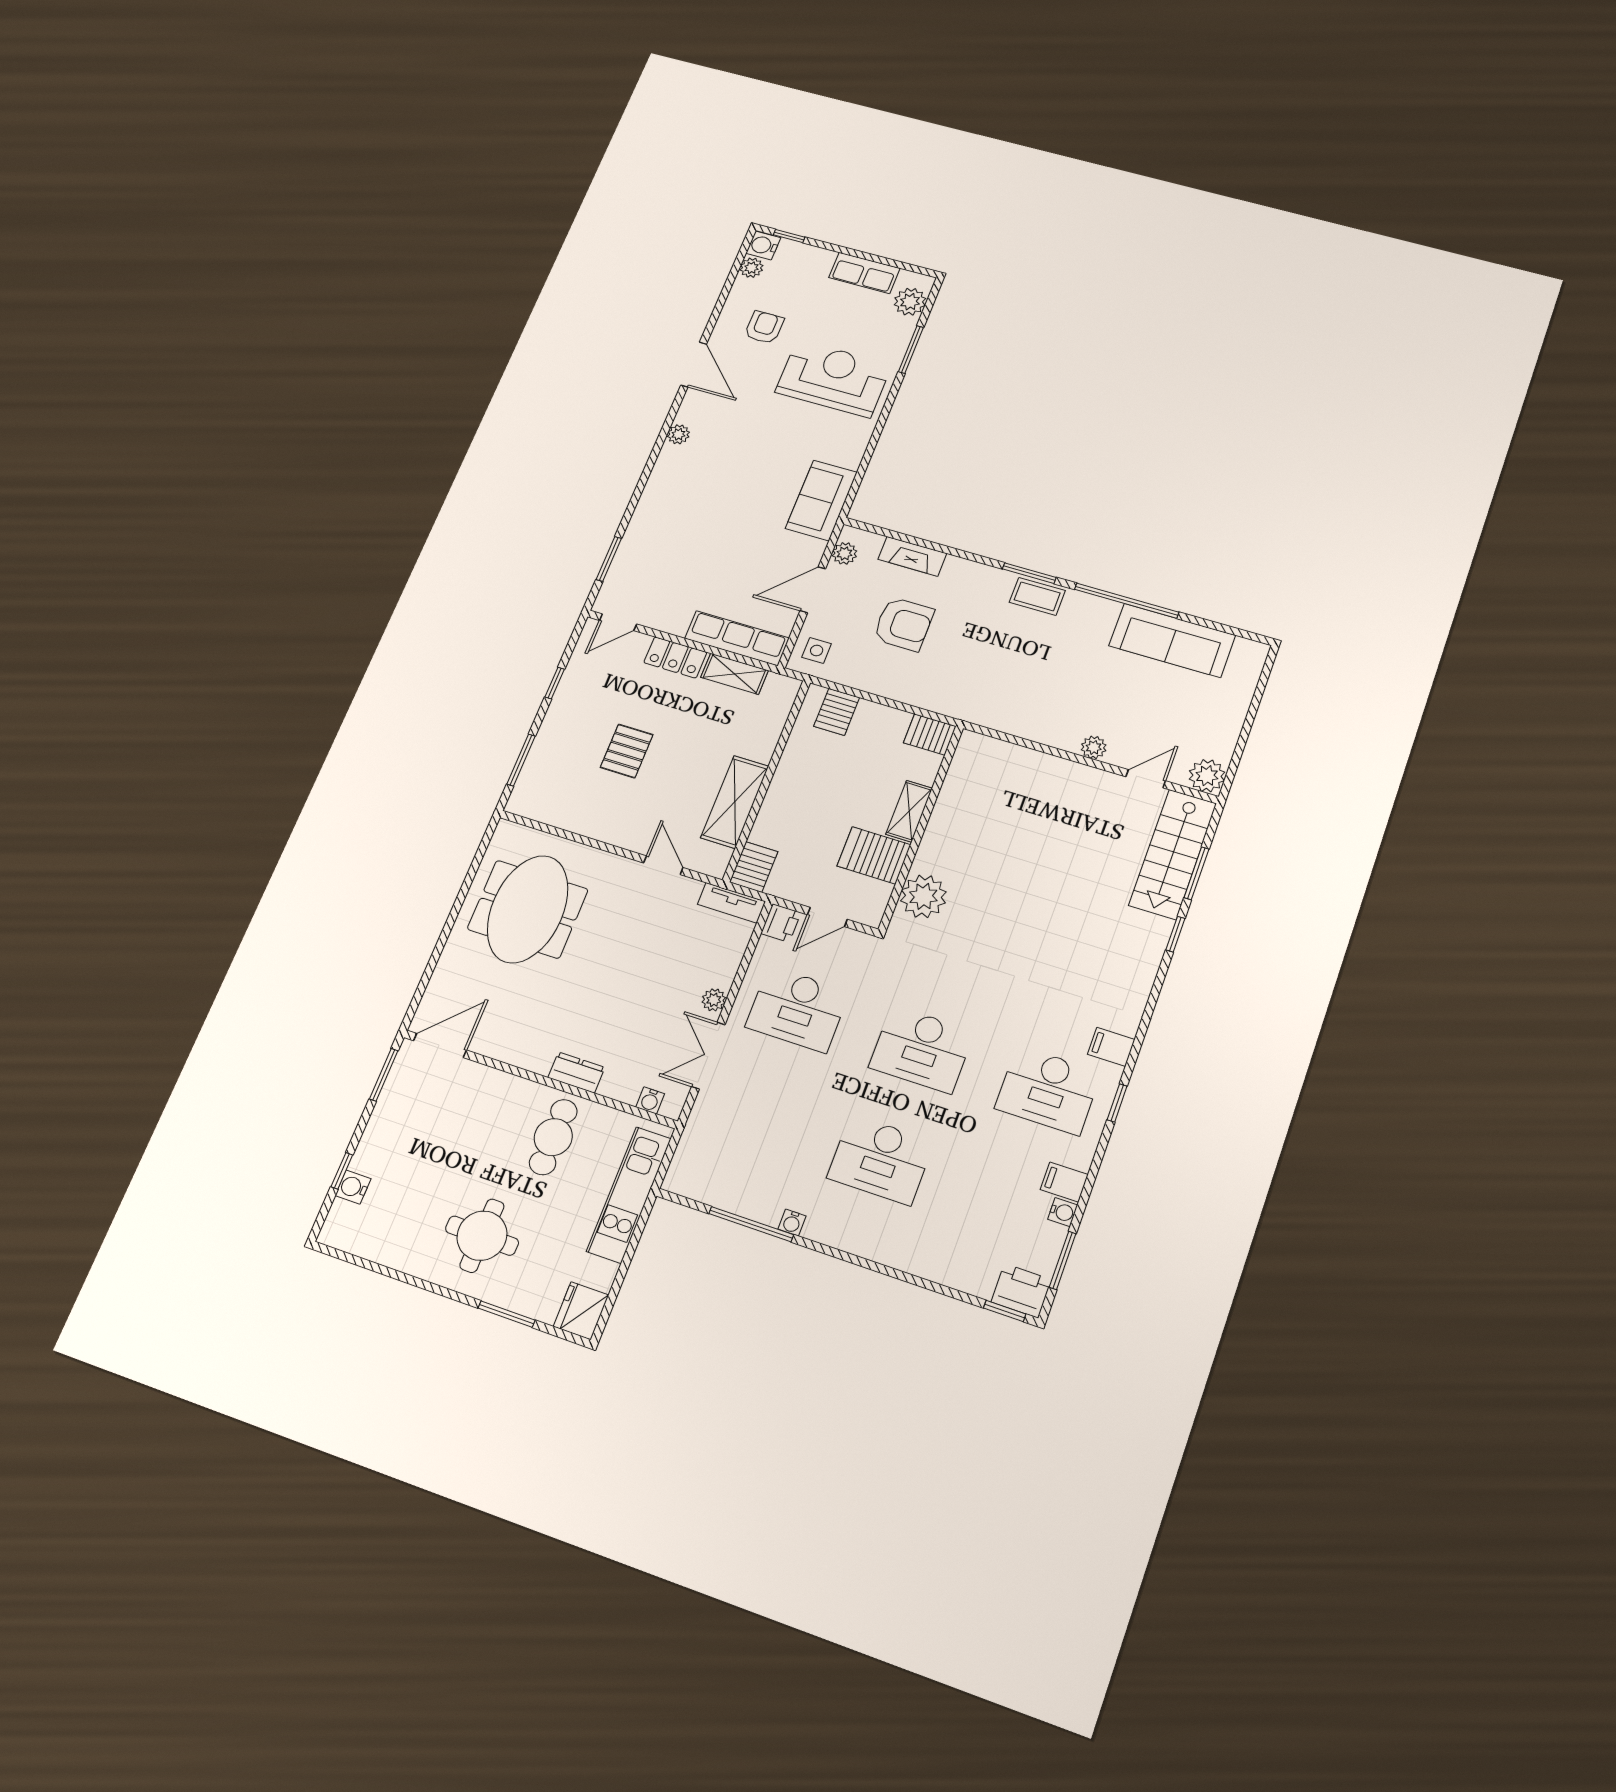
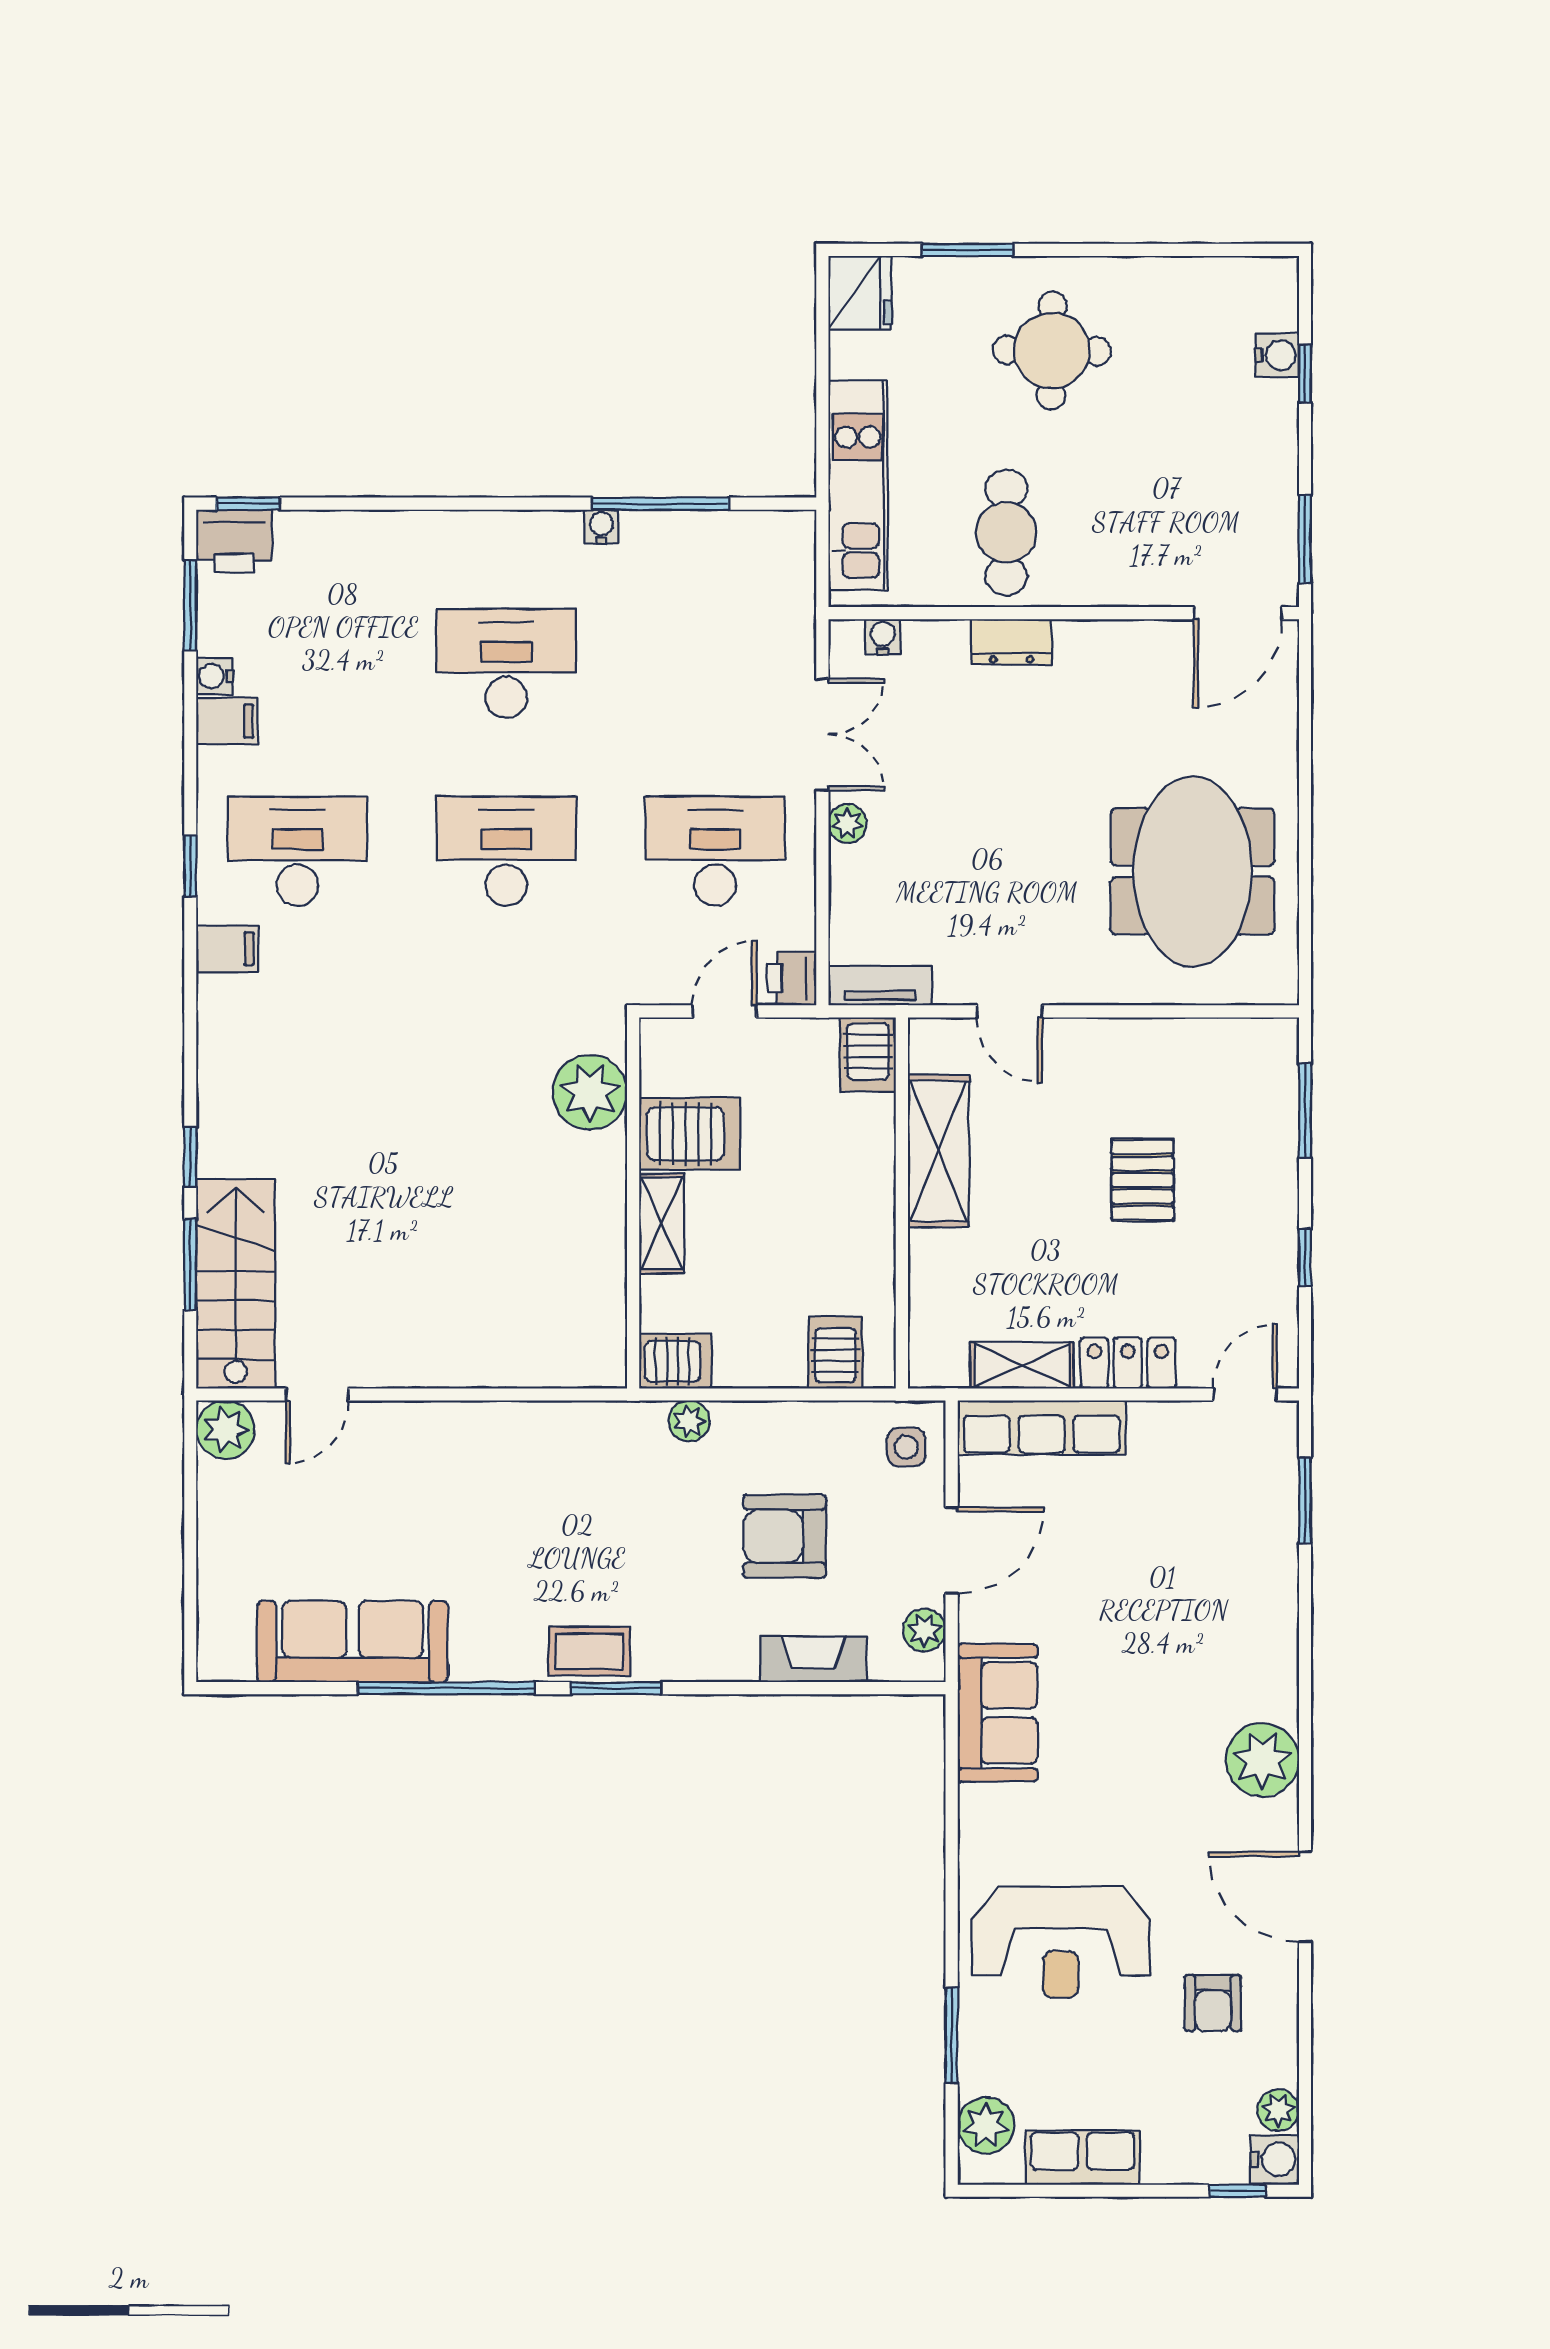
plant: (678, 434) -> (1262, 1760), width x1.87, depth x1.87
plant: (1094, 747) -> (689, 1421), moved

